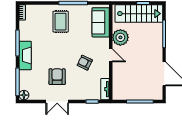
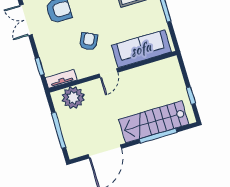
stairs: (139, 14) -> (154, 122), moved, turned 90
sofa: (101, 22) -> (141, 49), width x1.36
plant: (120, 37) -> (73, 98), moved

